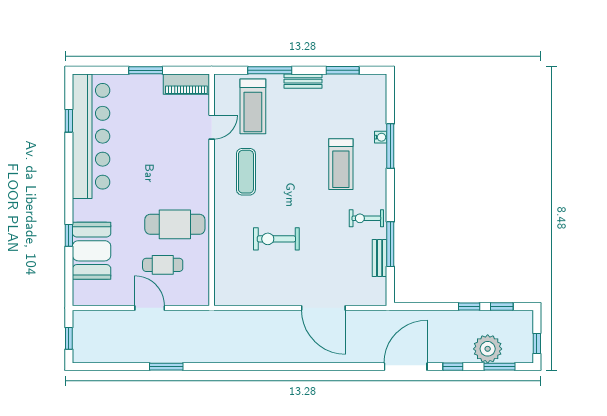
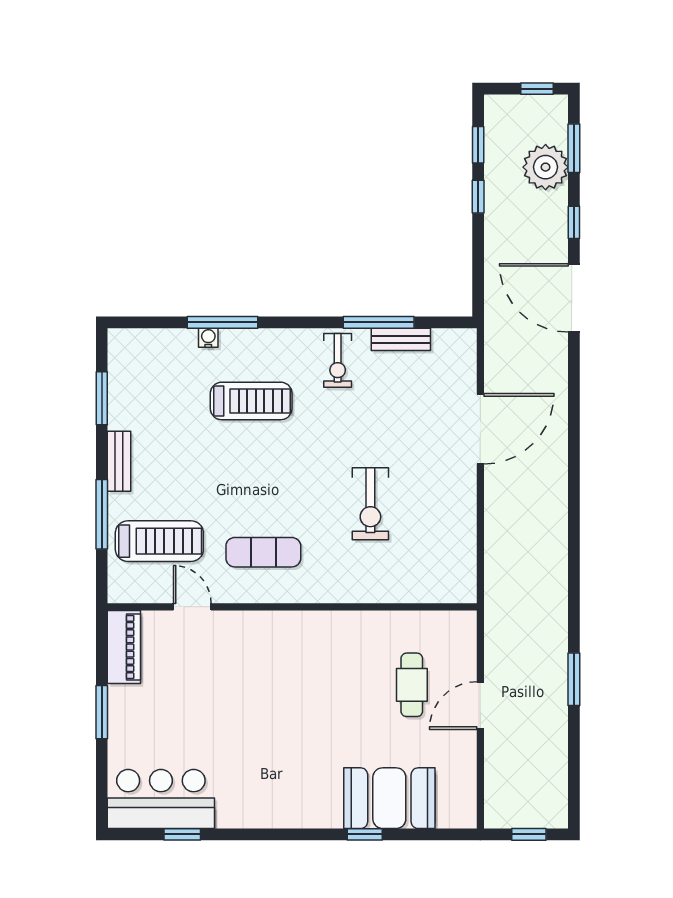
bar counter: (91, 136) -> (161, 799), width x0.54
cafe table: (175, 224) -> (347, 665), removed

